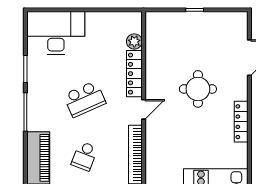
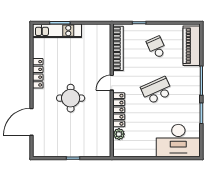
school desk: (85, 156) -> (157, 47), turned -45

